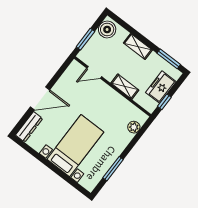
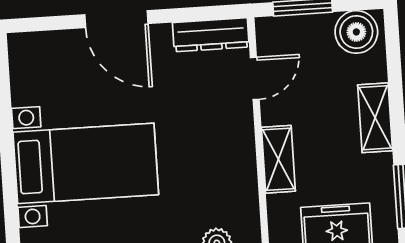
door: (94, 72) -> (255, 78), swing flipped
dresser: (29, 127) -> (211, 35), moved

